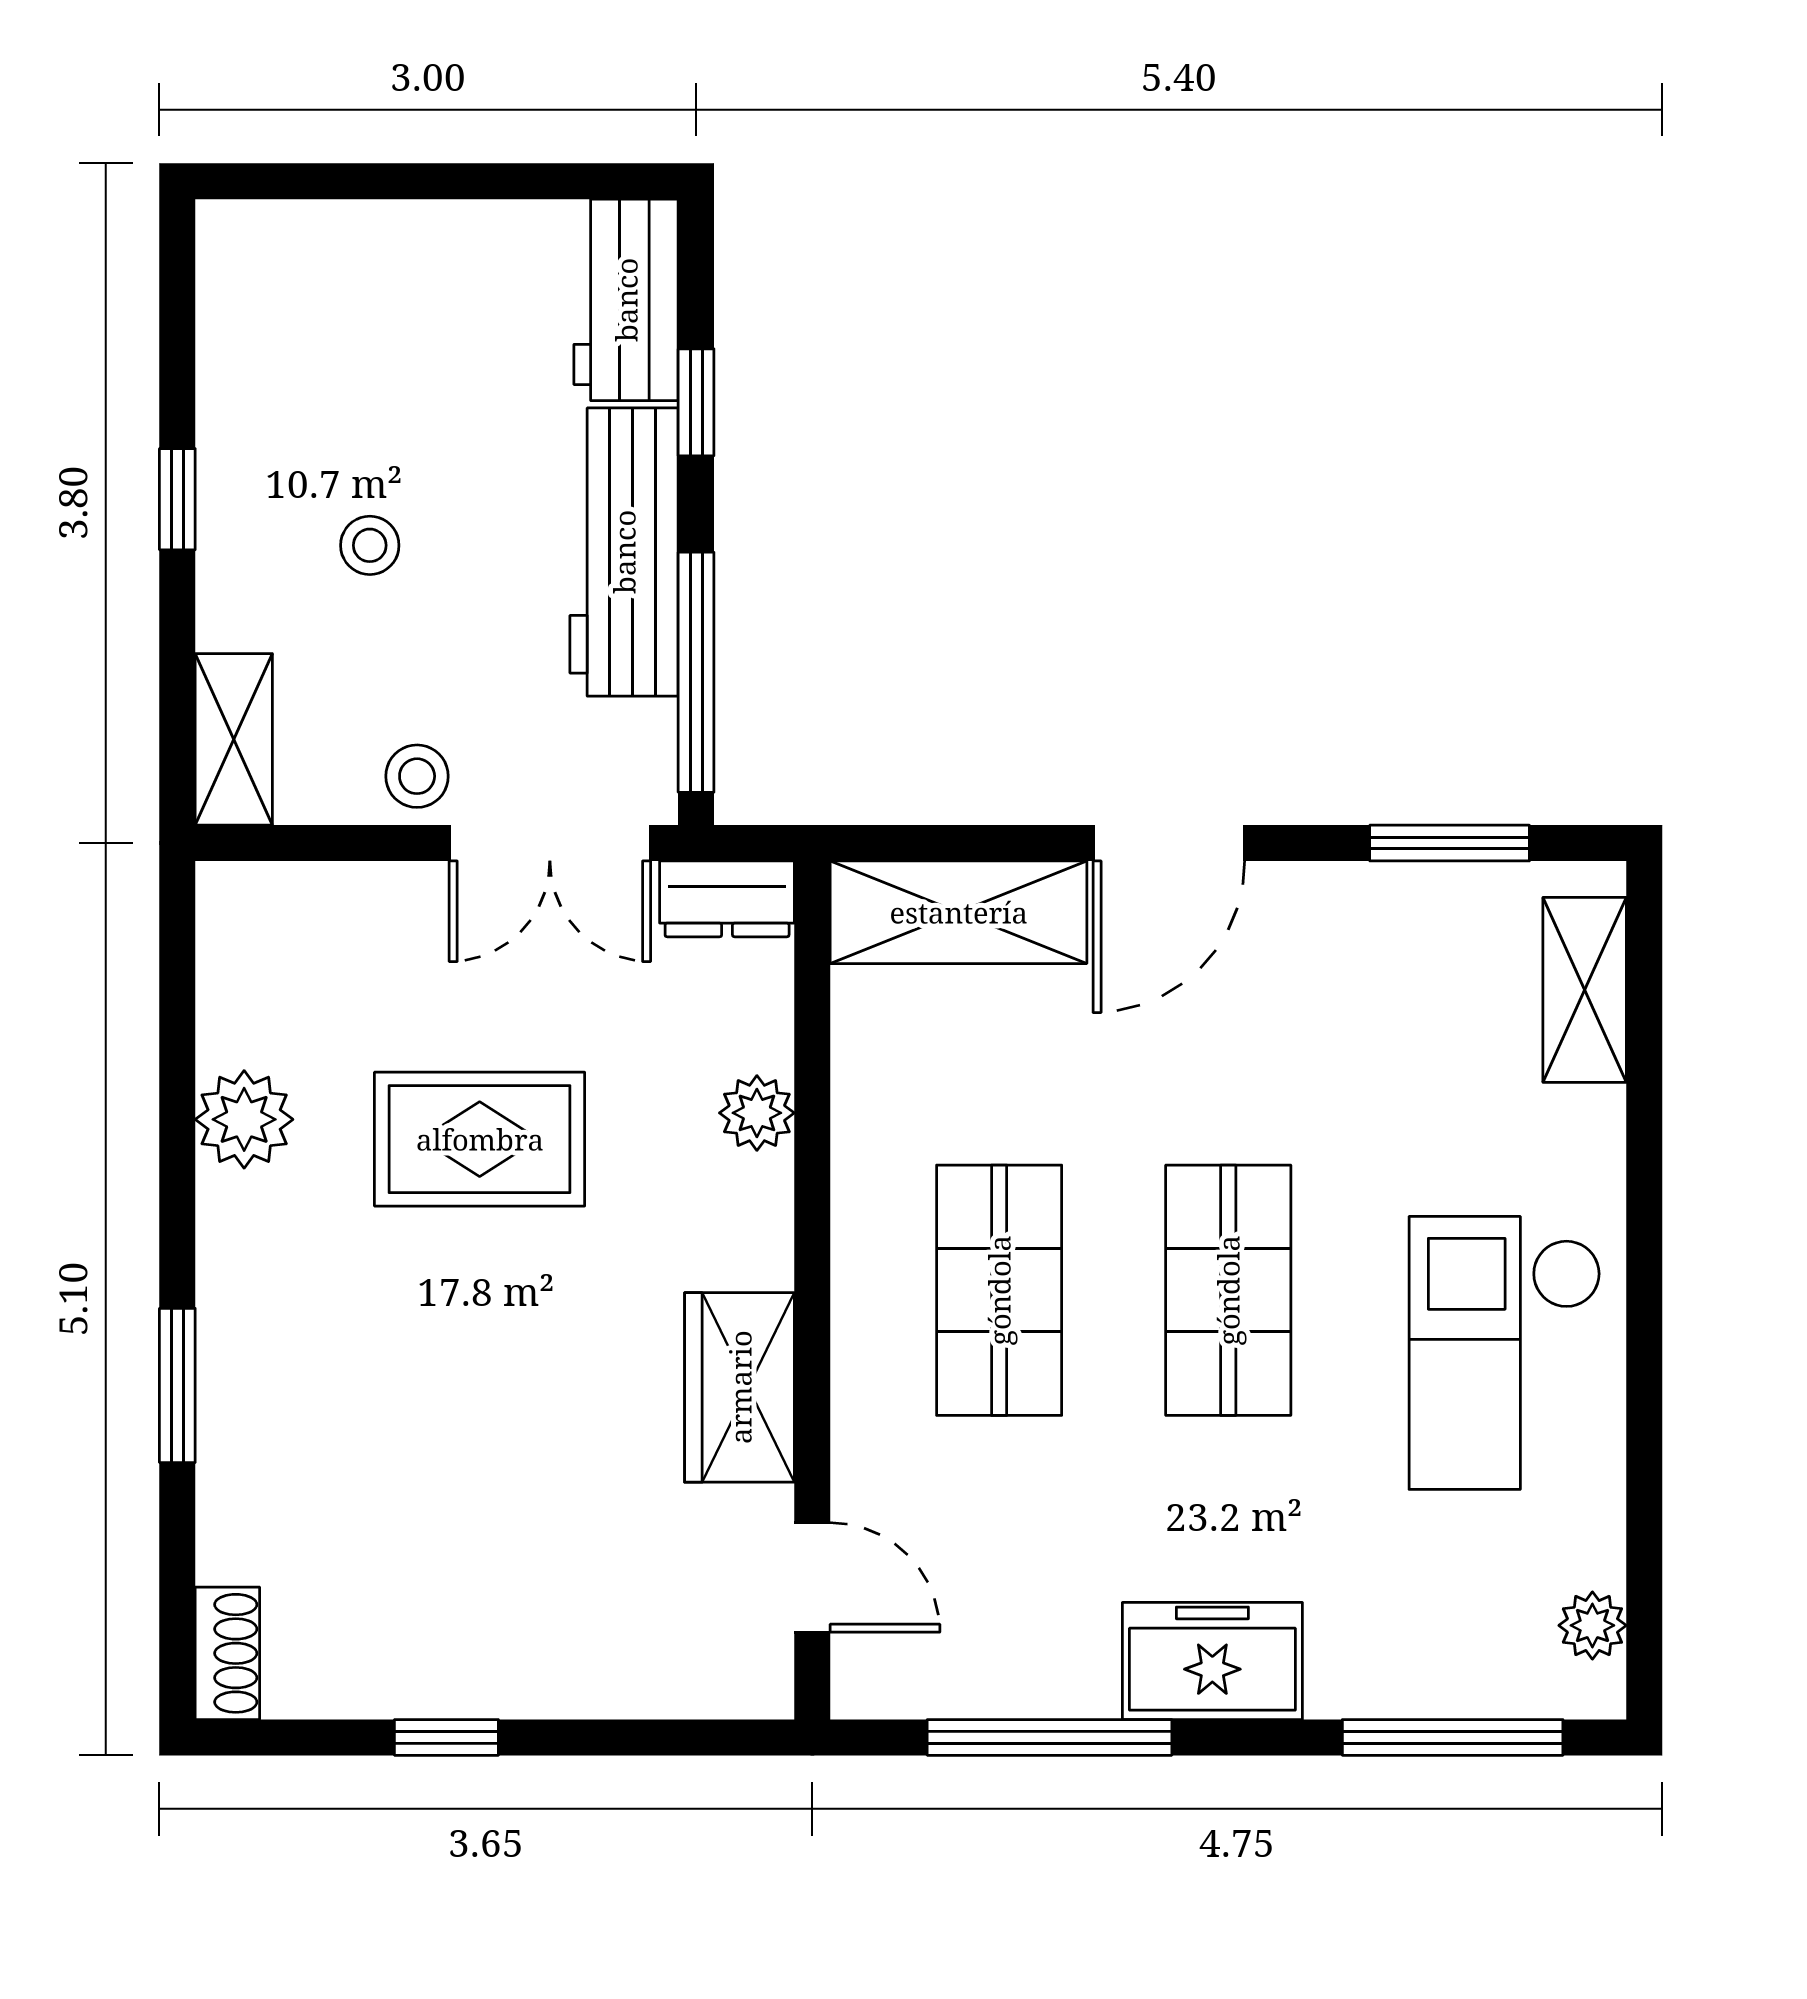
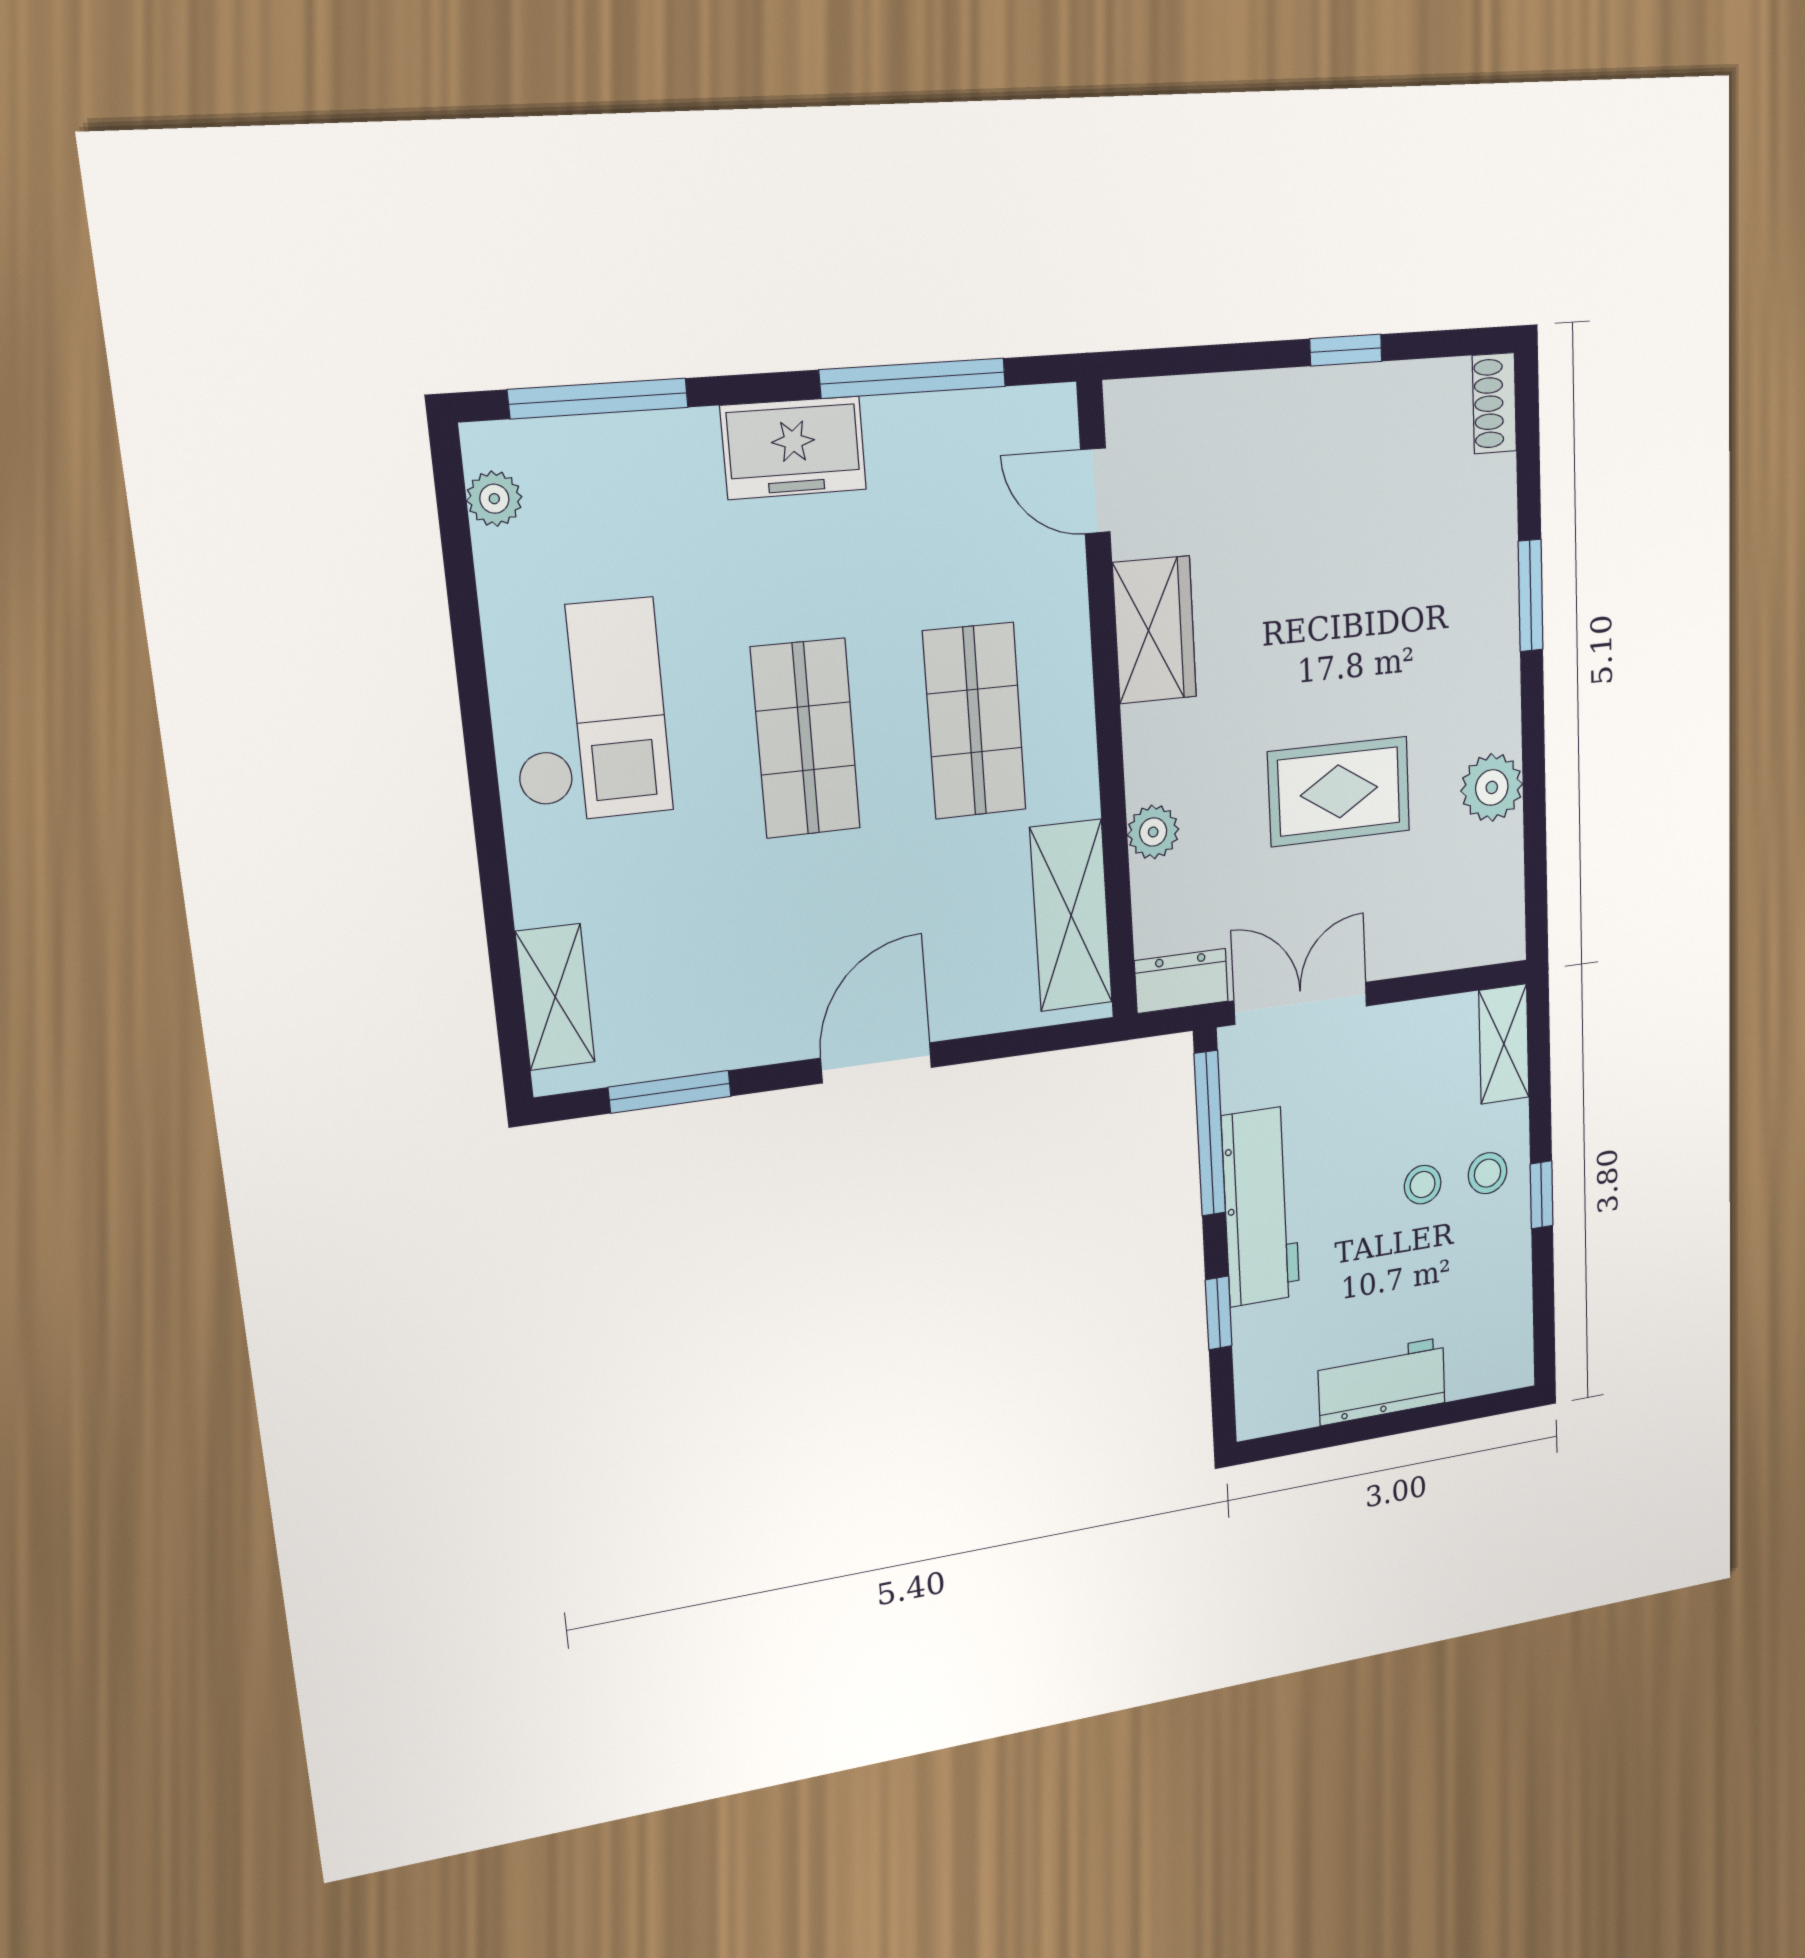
workbench: (626, 300) -> (1382, 1381), moved, turned -90
stool: (417, 776) -> (1488, 1173), moved
shelving: (959, 912) -> (1071, 915), moved, turned 90

